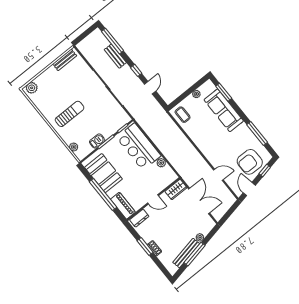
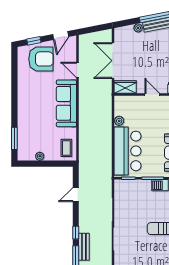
window: (136, 70) -> (76, 233), moved
sofa: (224, 110) -> (66, 103), moved, turned 180
window: (257, 133) -> (14, 79), removed

